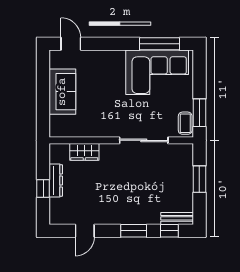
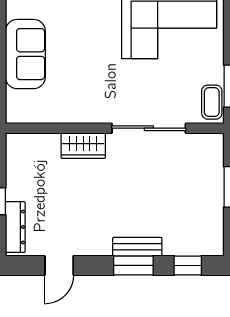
wardrobe: (84, 152) -> (83, 146), moved
dresser: (56, 181) -> (15, 227), moved
bench: (177, 218) -> (137, 247), moved

